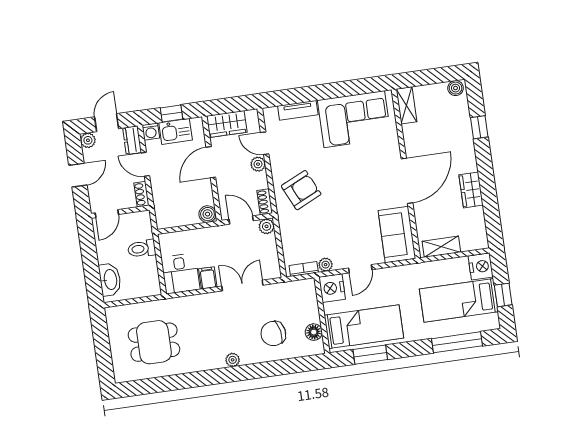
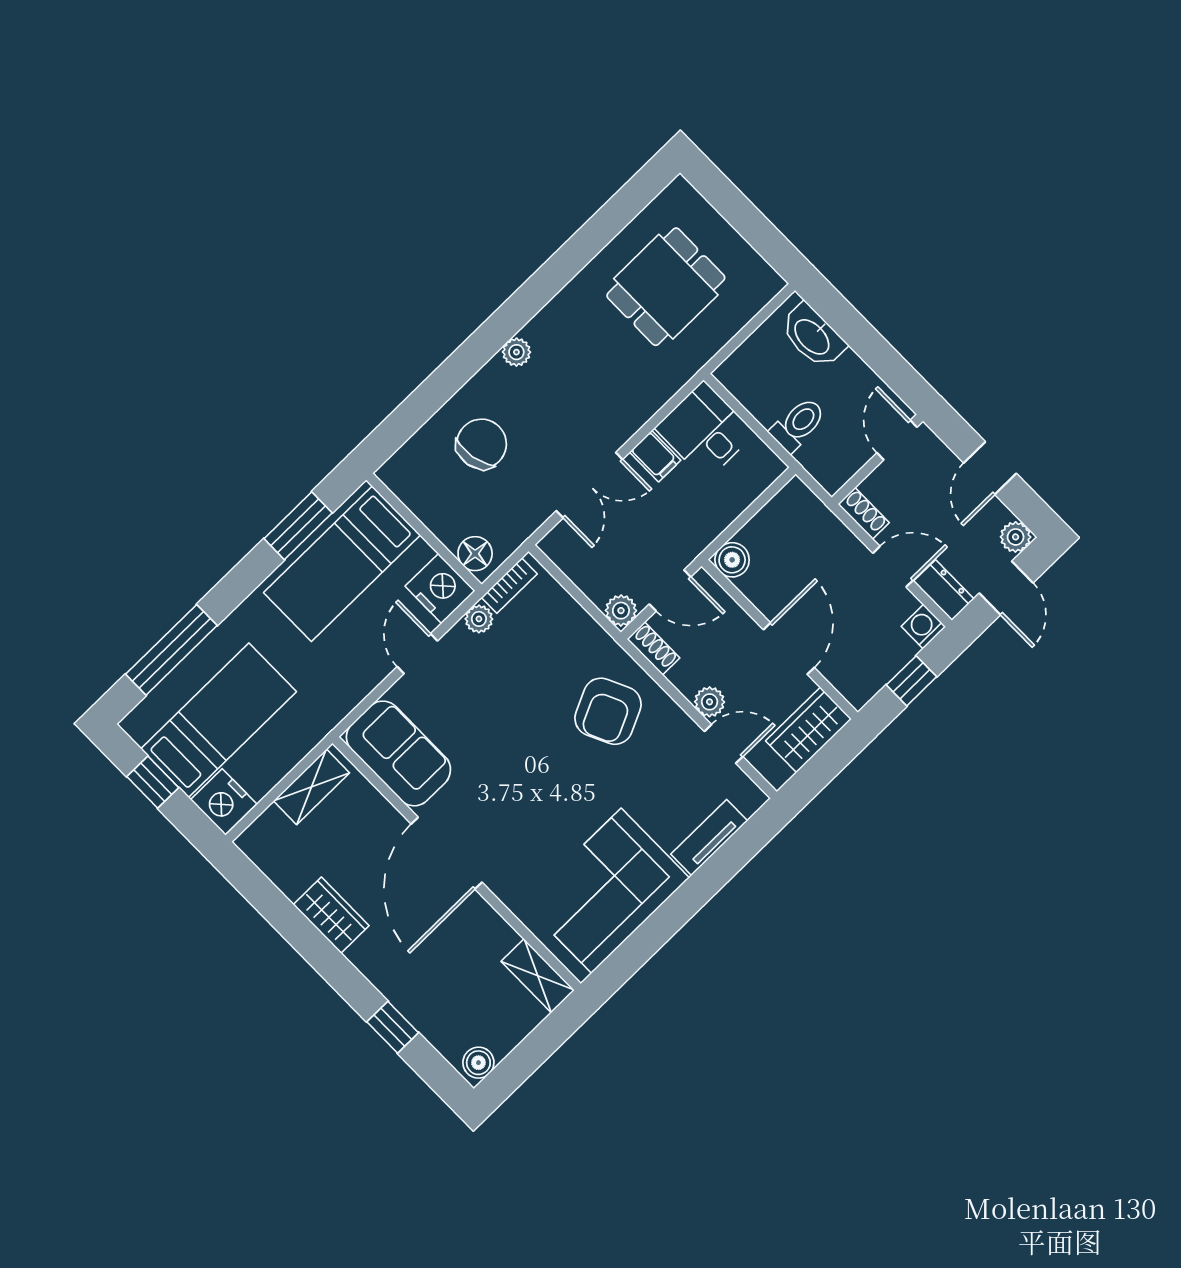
kitchen sink: (176, 131) -> (883, 657), removed
floor lamp: (314, 332) -> (475, 554), moved

